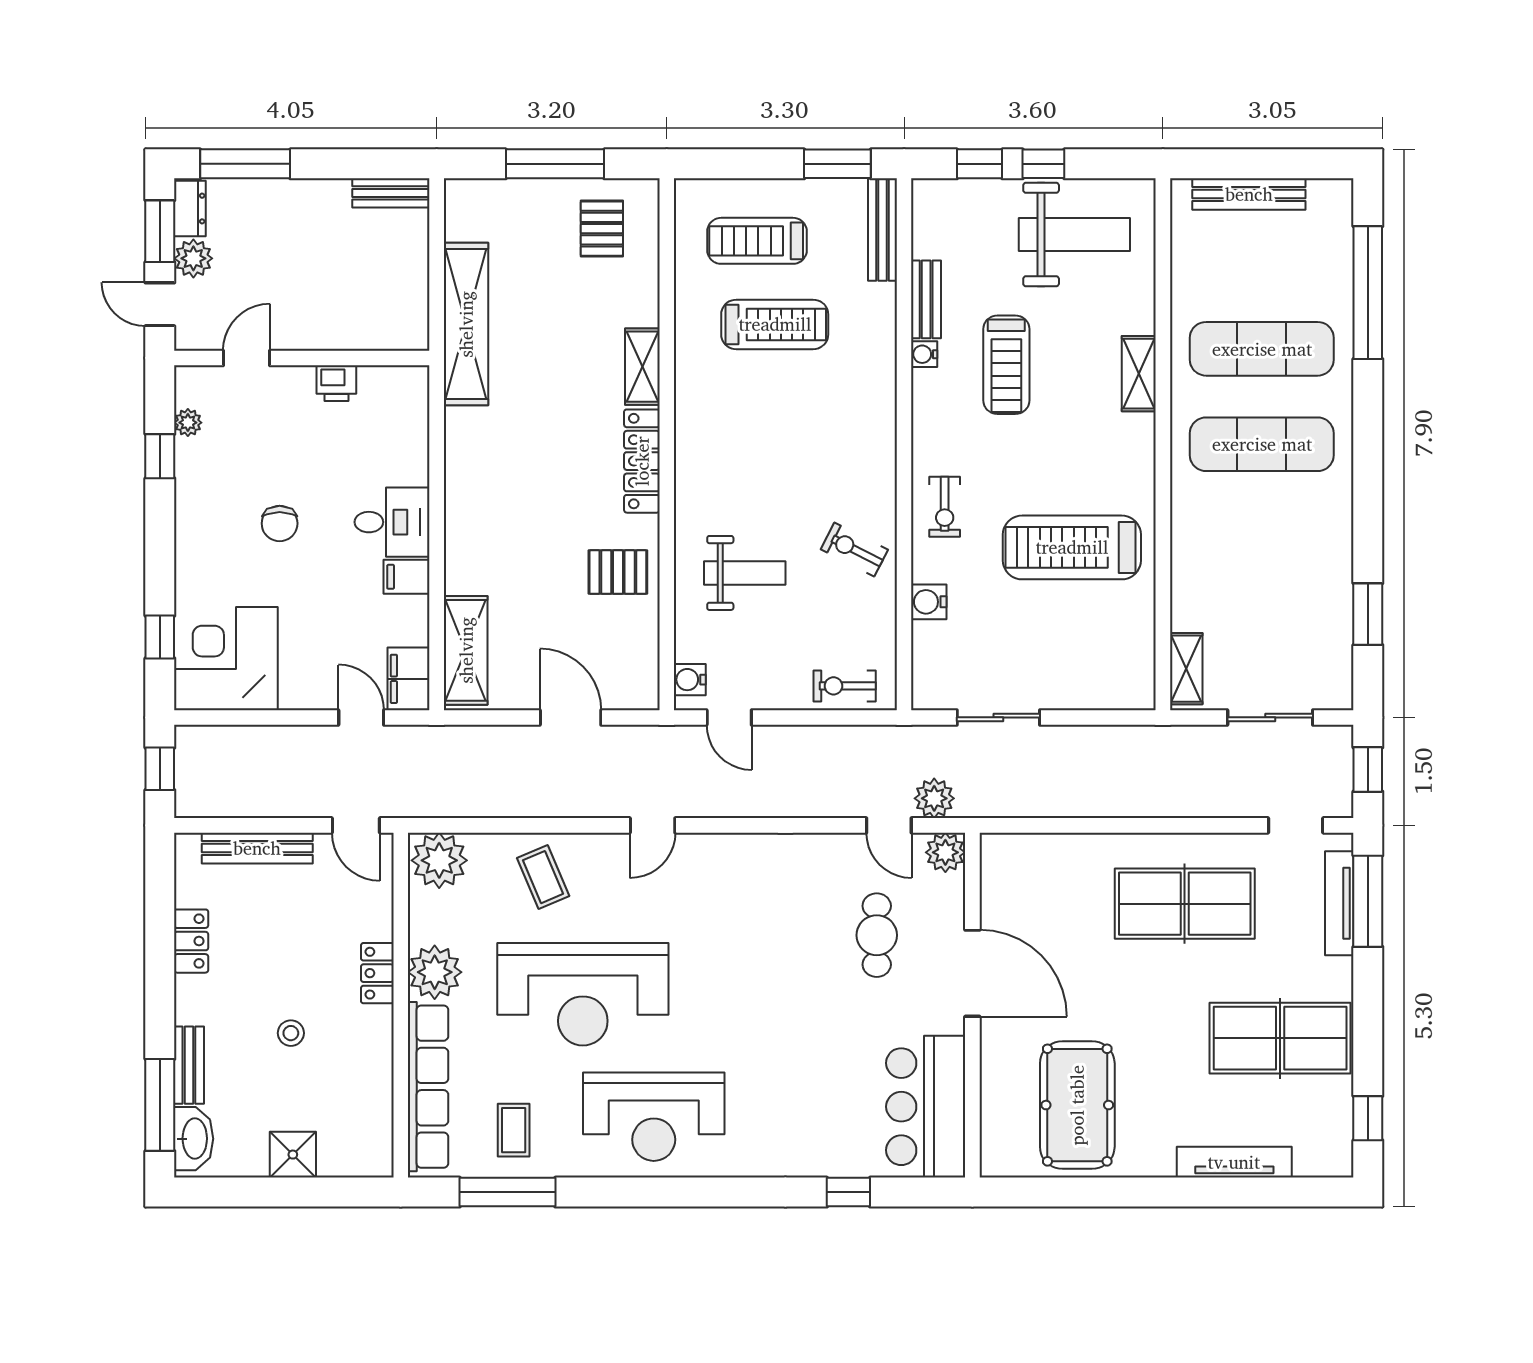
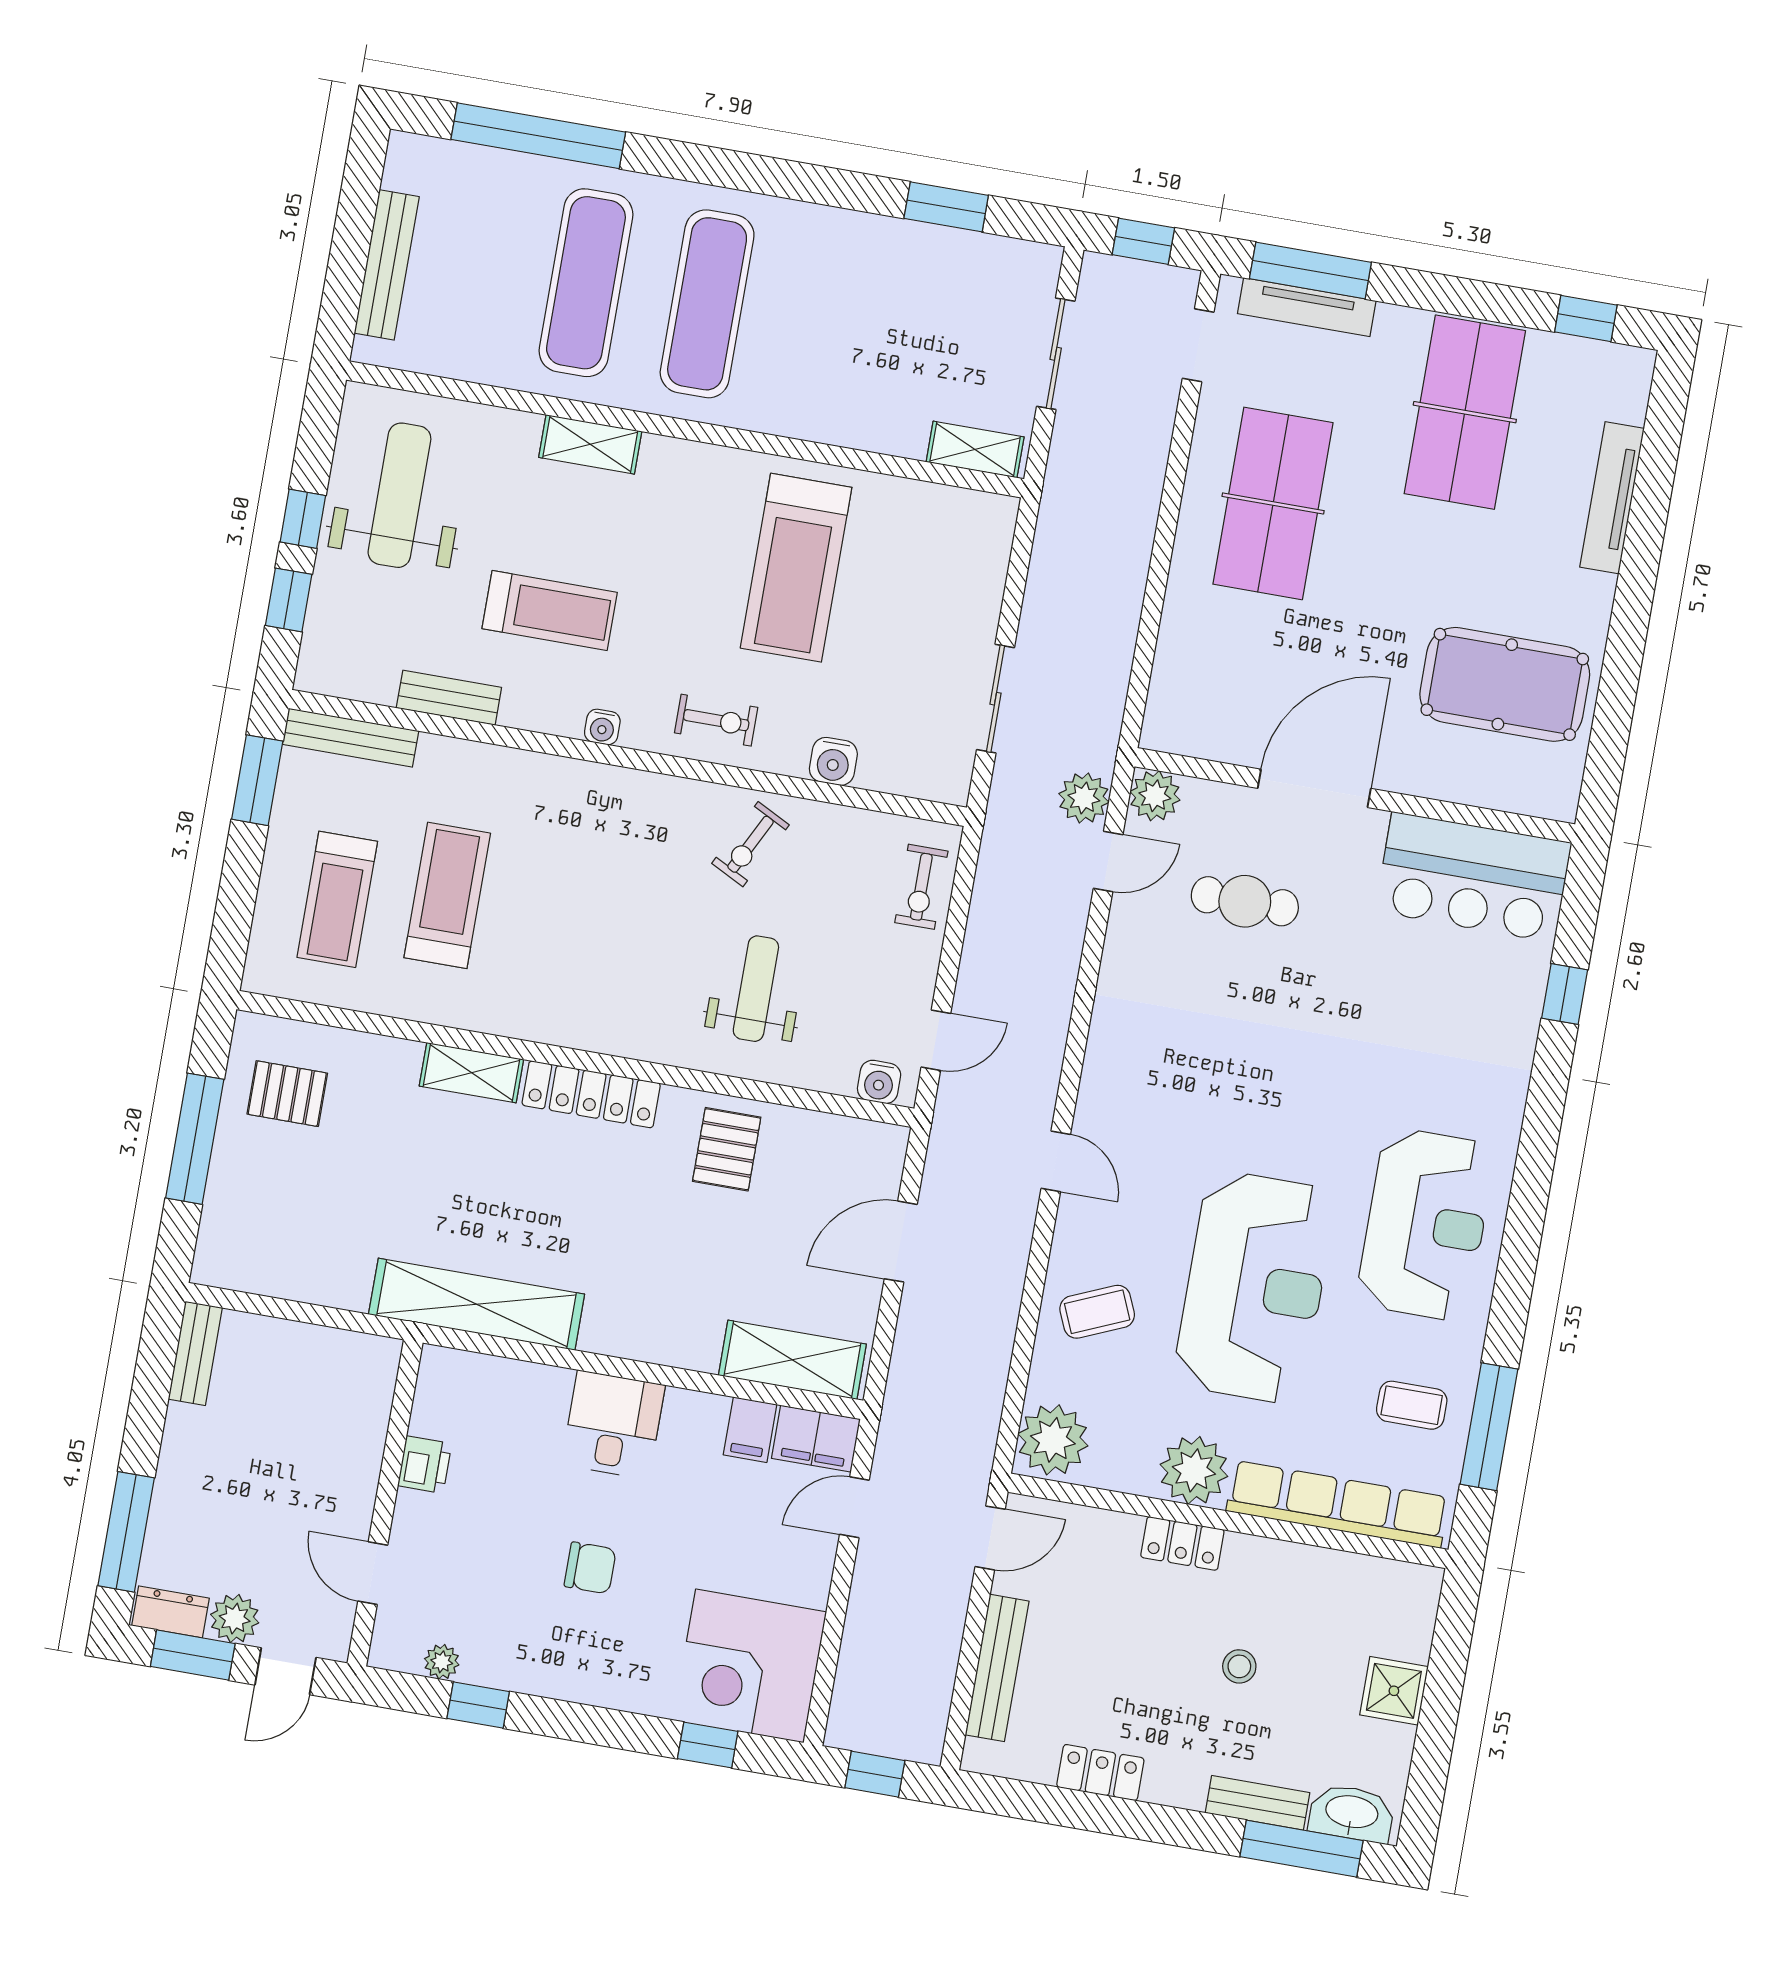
shelving: (466, 324) -> (477, 1304), moved
water cooler: (924, 354) -> (602, 727), moved
filing cabinet: (407, 577) -> (750, 1430), moved

